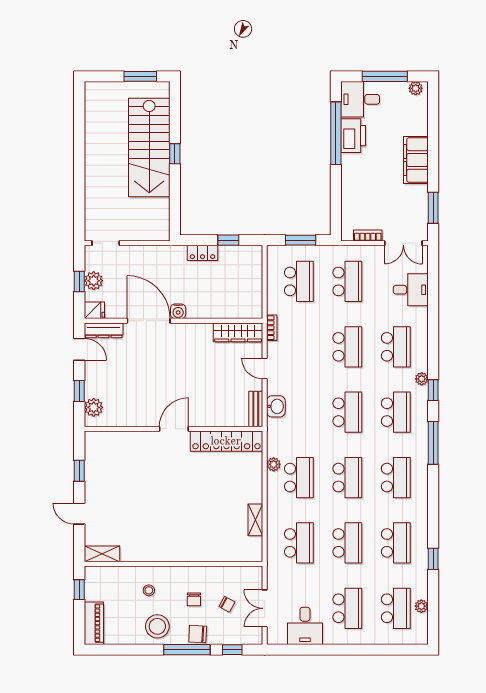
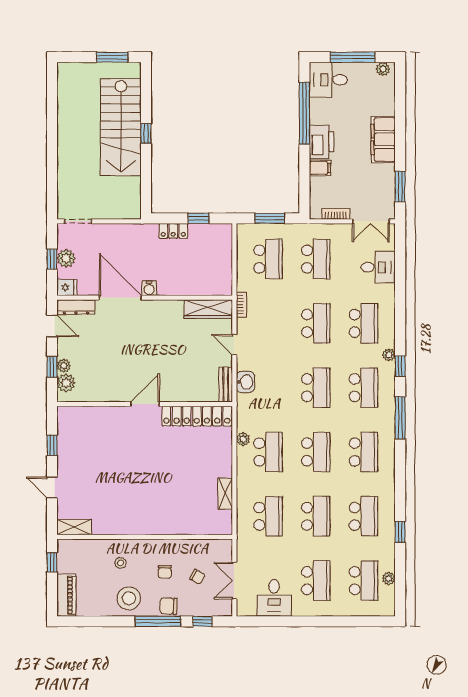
printer: (353, 136) -> (322, 142), moved
filing cabinet: (352, 189) -> (320, 168), added
plant: (91, 390) -> (64, 366), added

